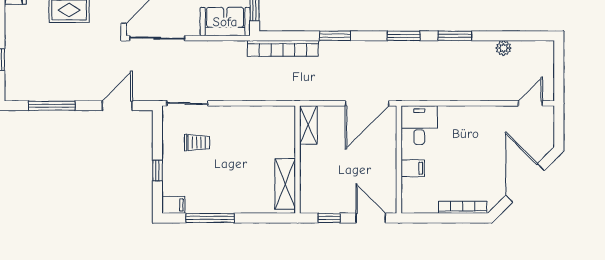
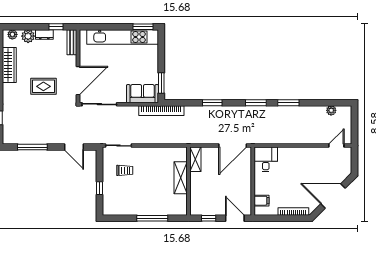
bookcase: (283, 48) -> (161, 111), moved
plant: (504, 48) -> (331, 110), moved
door: (117, 106) -> (74, 147), swing flipped
filing cabinet: (413, 168) -> (262, 201), moved
door: (525, 183) -> (333, 196), hinge flipped
shelving: (285, 184) -> (181, 178), moved
filing cabinet: (173, 205) -> (110, 210), removed
window: (210, 218) -> (152, 218), moved

